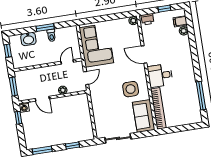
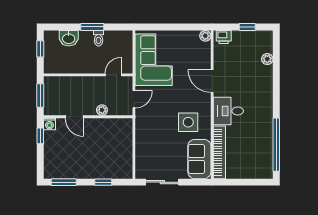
filing cabinet: (180, 21) -> (265, 46), removed
window: (201, 96) -> (276, 145), width x1.46

